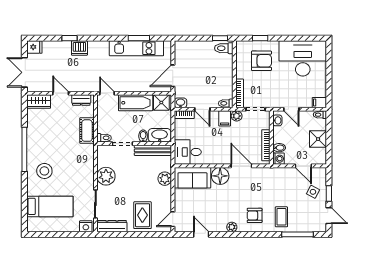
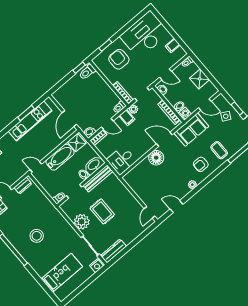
armchair: (261, 61) -> (119, 59), turned -90
filing cabinet: (319, 103) -> (173, 46), moved
cot: (87, 131) -> (44, 202), removed
stool: (44, 171) -> (37, 236), moved
sofa: (192, 178) -> (191, 130), moved
plant: (165, 179) -> (121, 190), removed
rug: (142, 215) -> (102, 211), moved

